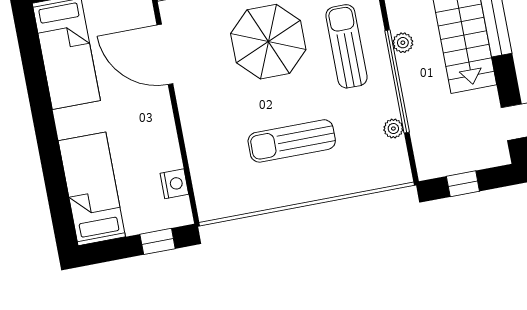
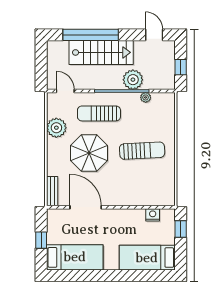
plant: (403, 43) -> (133, 80), moved, width x1.87, depth x1.87
door: (165, 54) -> (86, 207), swing flipped
sun lounger: (292, 141) -> (142, 151), turned -93

